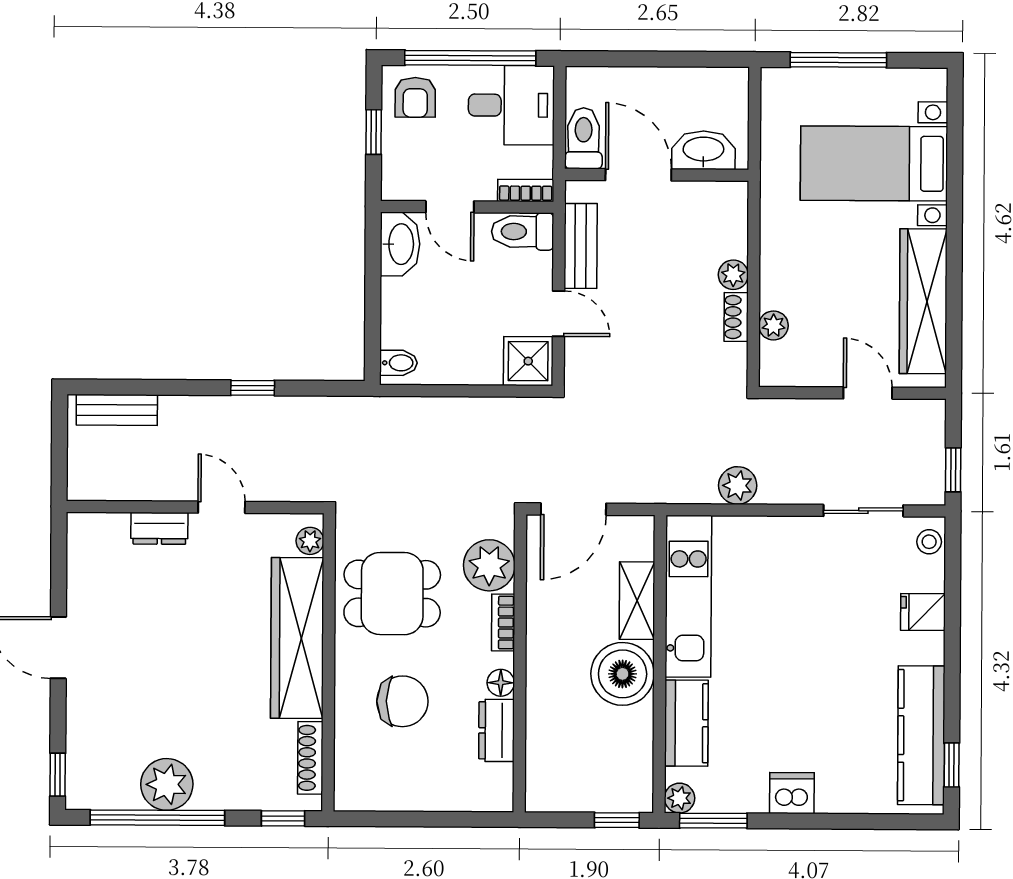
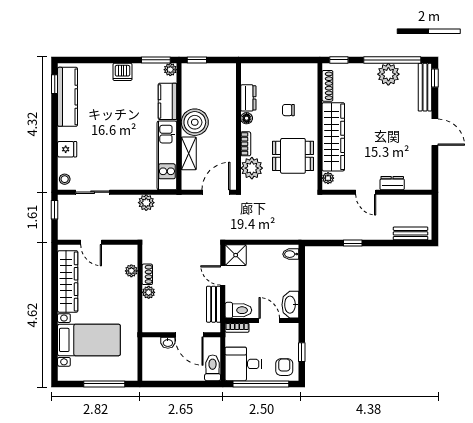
toilet: (584, 138) -> (213, 368), moved, turned 180
washbasin: (703, 150) -> (168, 343), width x0.52, depth x0.69
chair: (402, 701) -> (288, 110), width x0.54, depth x0.54
bench: (81, 753) -> (425, 87), added

